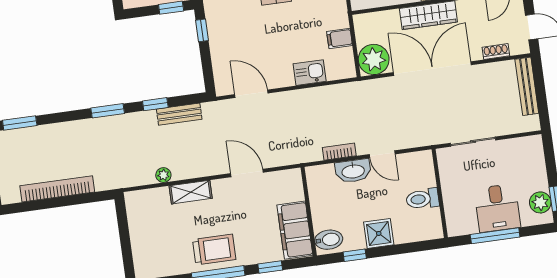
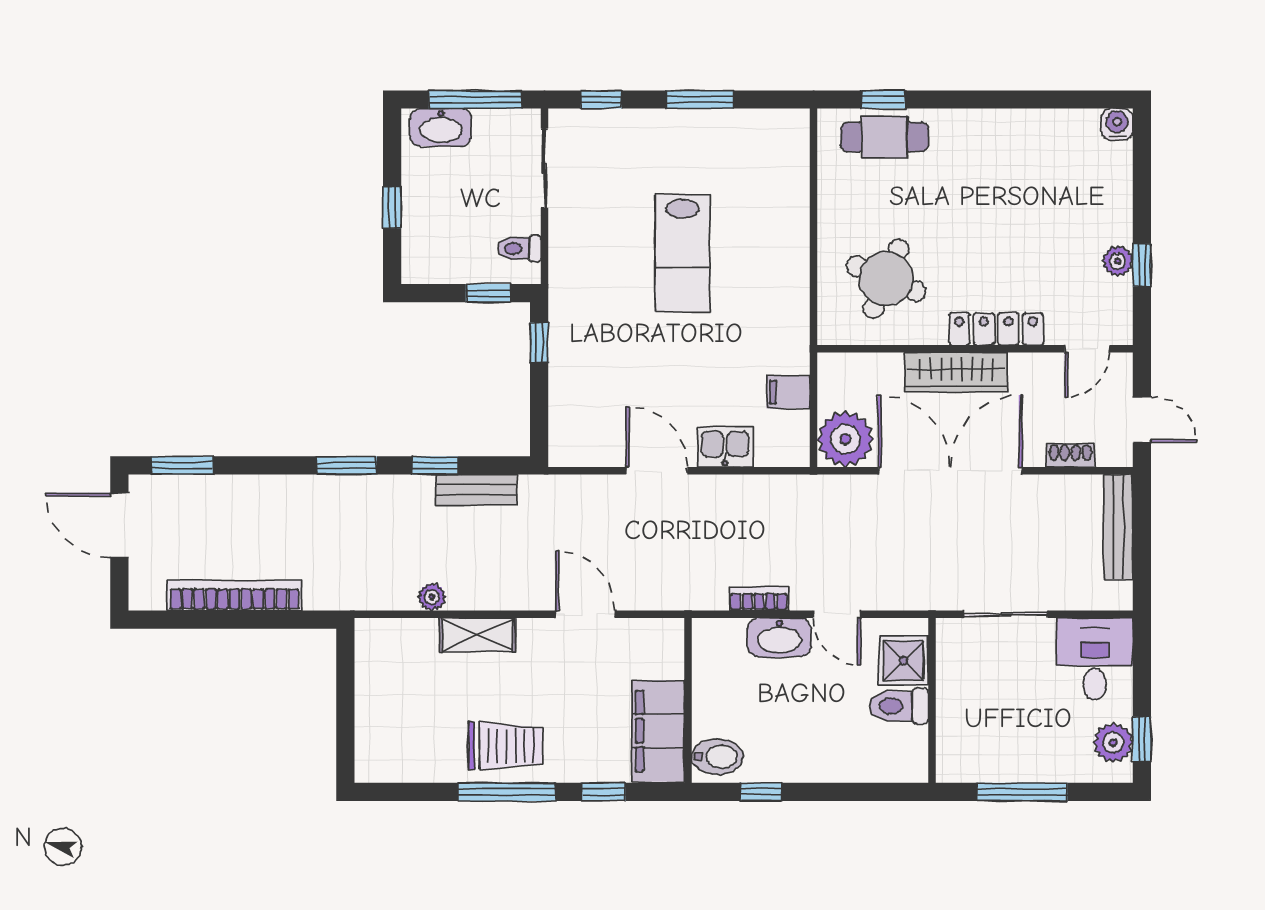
door: (251, 94) -> (657, 471), moved
desk: (497, 208) -> (1095, 659), moved, turned 180
shower: (379, 233) -> (904, 661), moved

